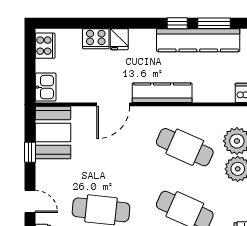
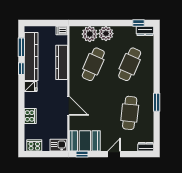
fridge: (119, 39) -> (31, 87), moved
kitchen counter: (162, 93) -> (62, 62), moved
window: (30, 152) -> (82, 154), moved
door: (30, 201) -> (114, 154), moved

